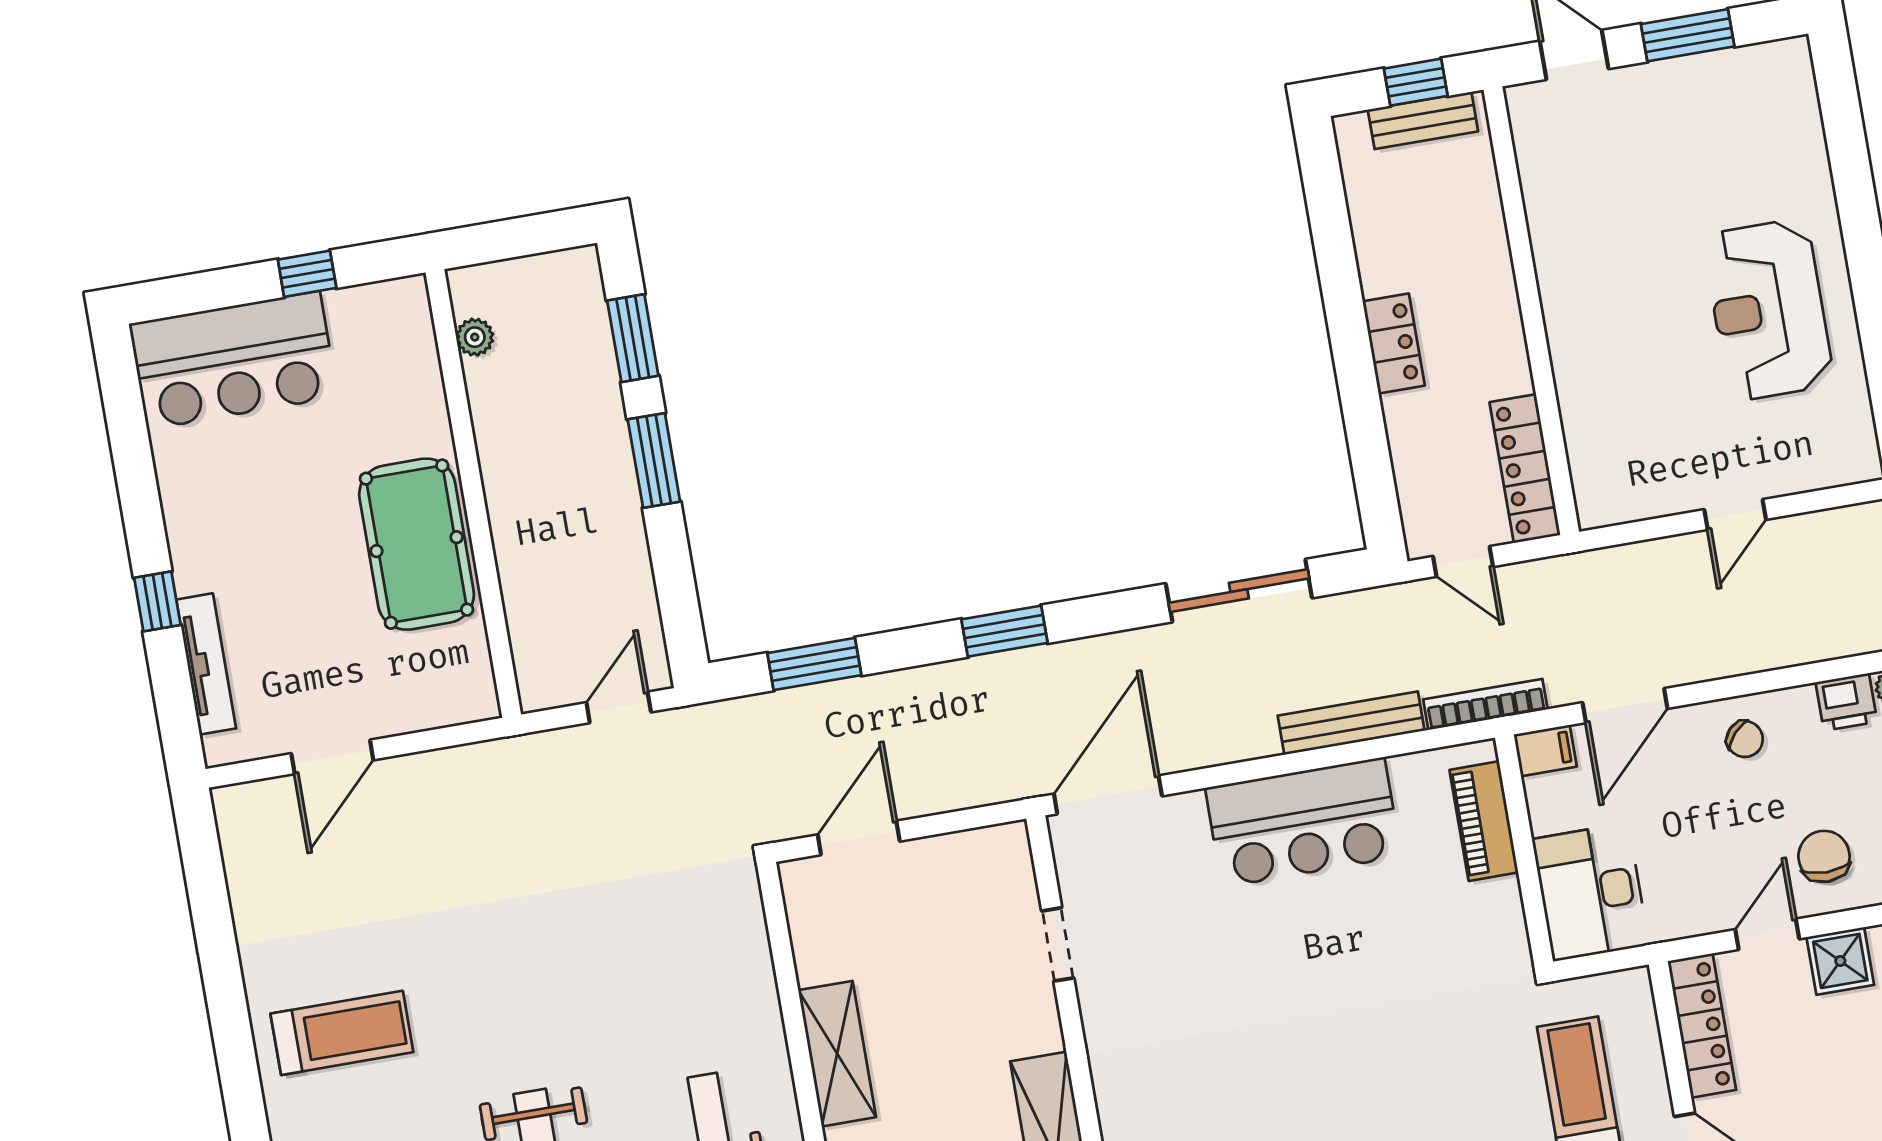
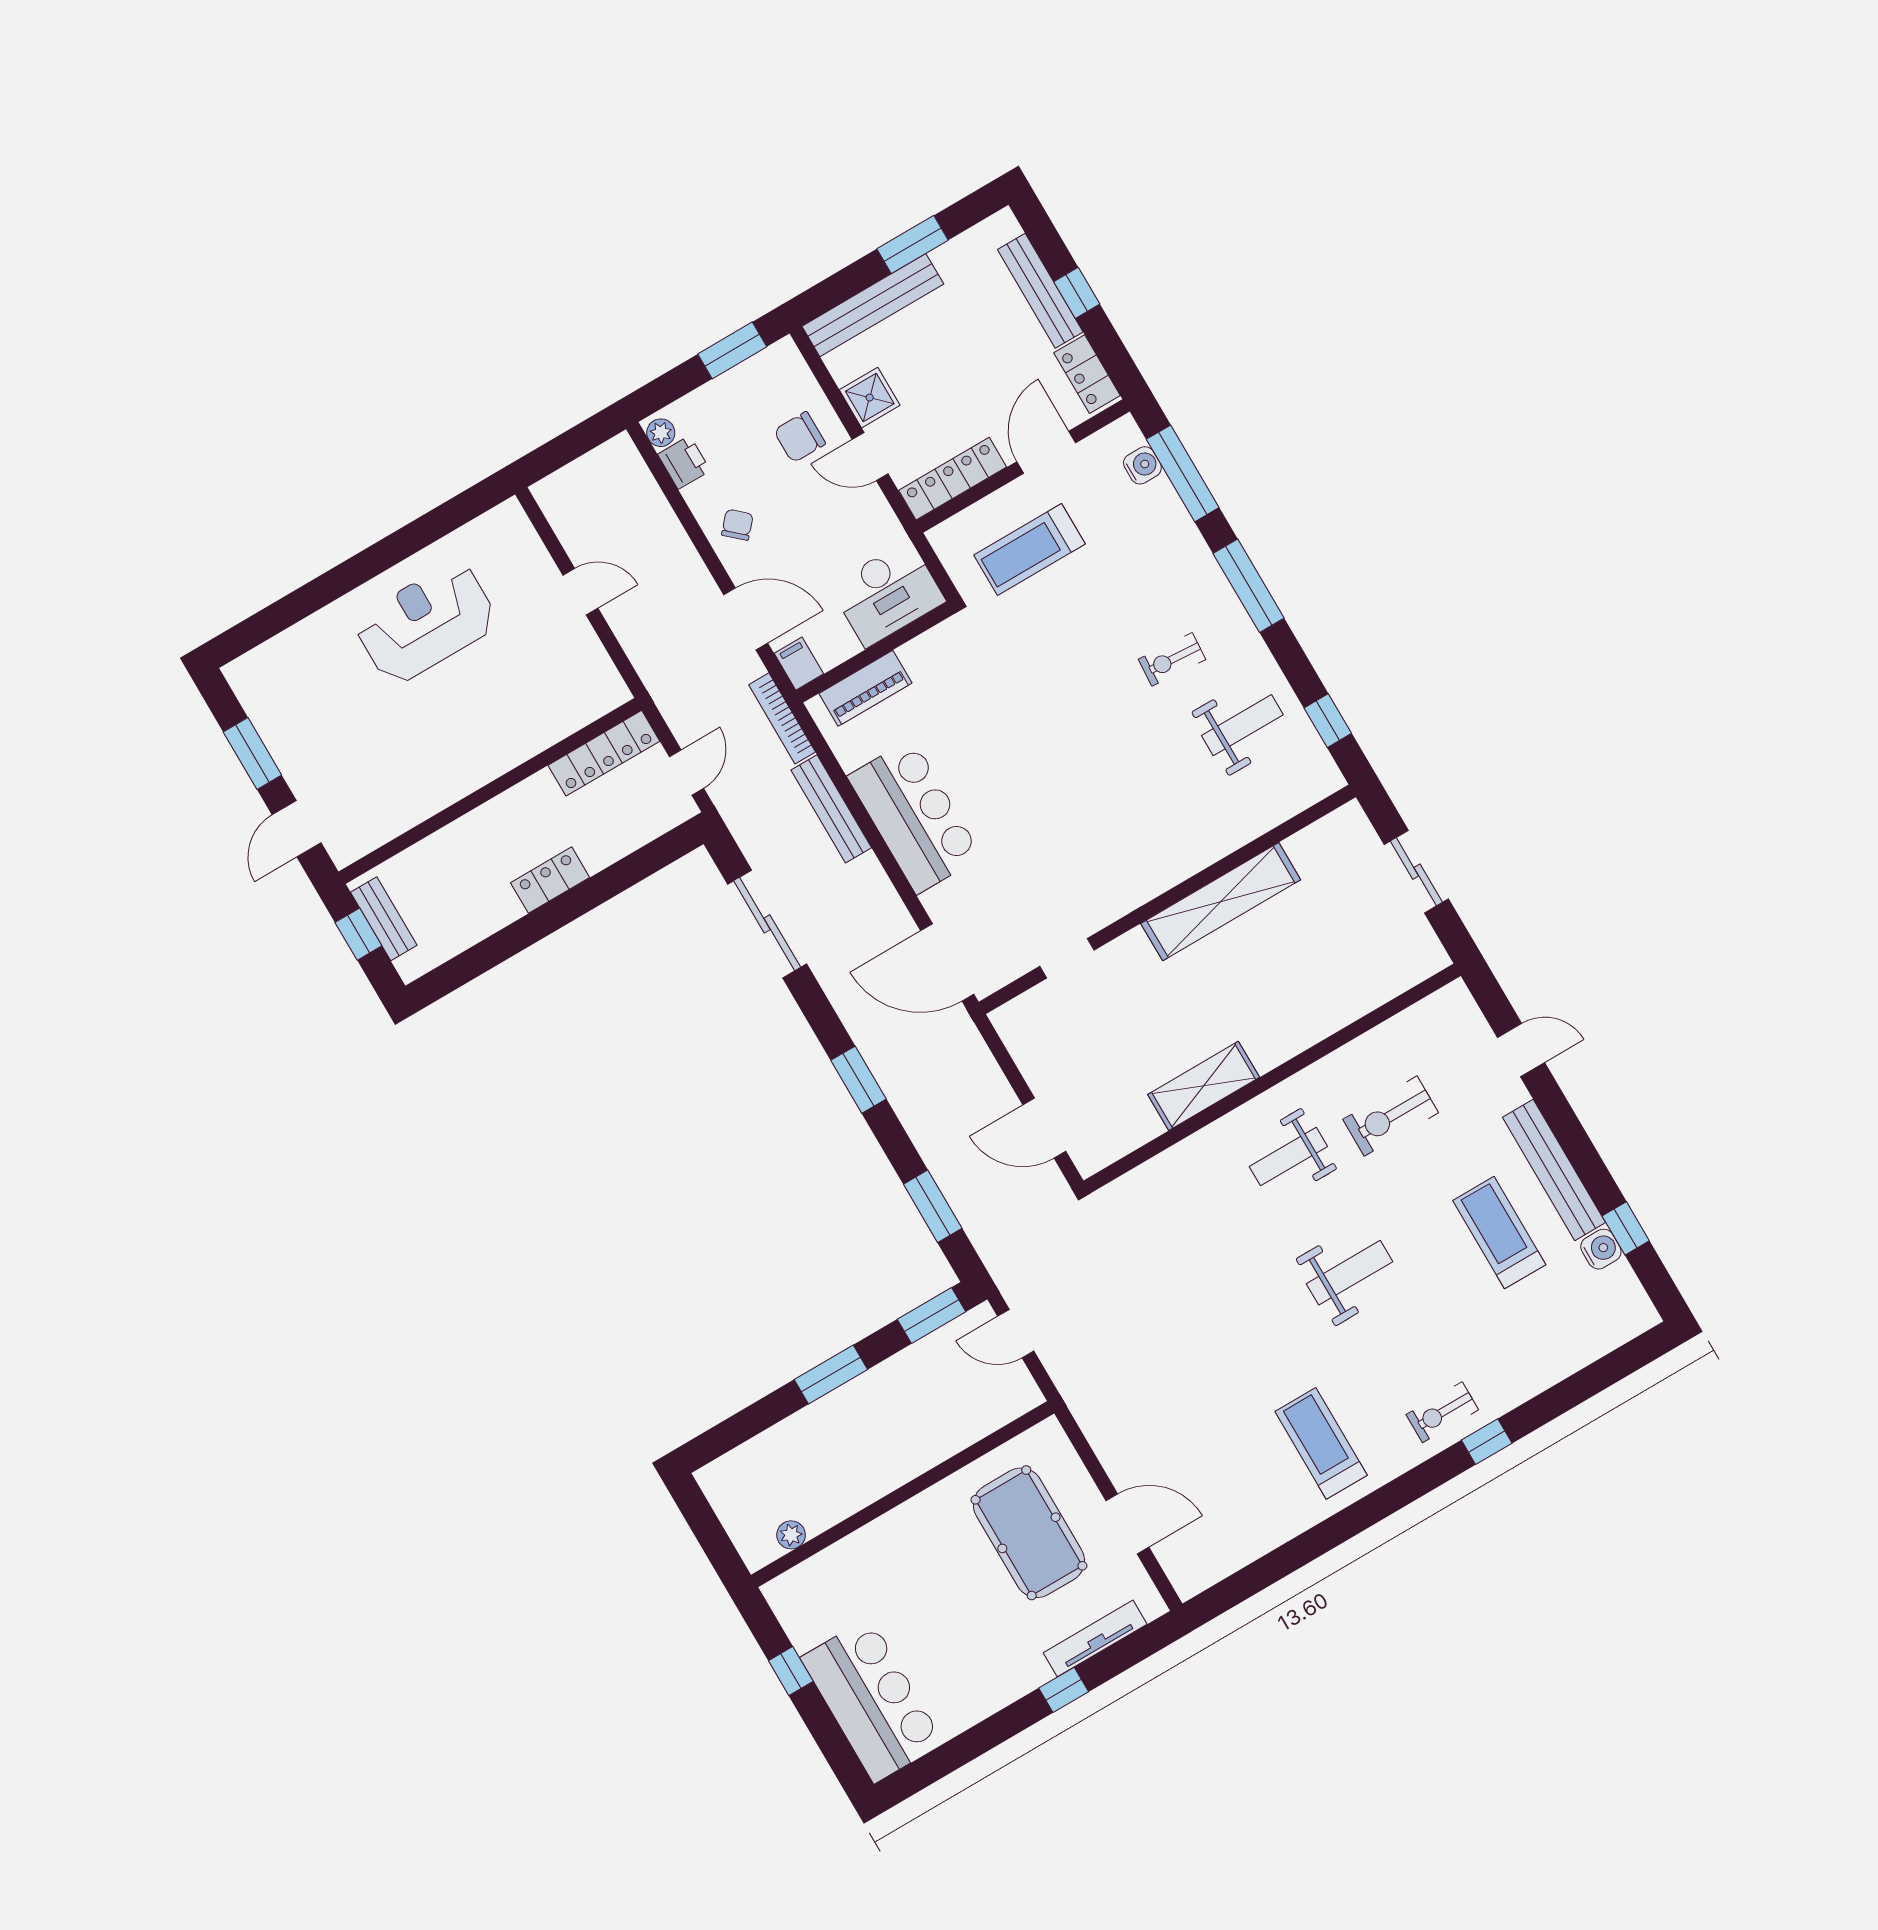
reception desk: (1768, 310) -> (426, 623), turned 180
window: (633, 338) -> (931, 1316), moved
pool table: (417, 544) -> (1029, 1533), moved, turned 90

